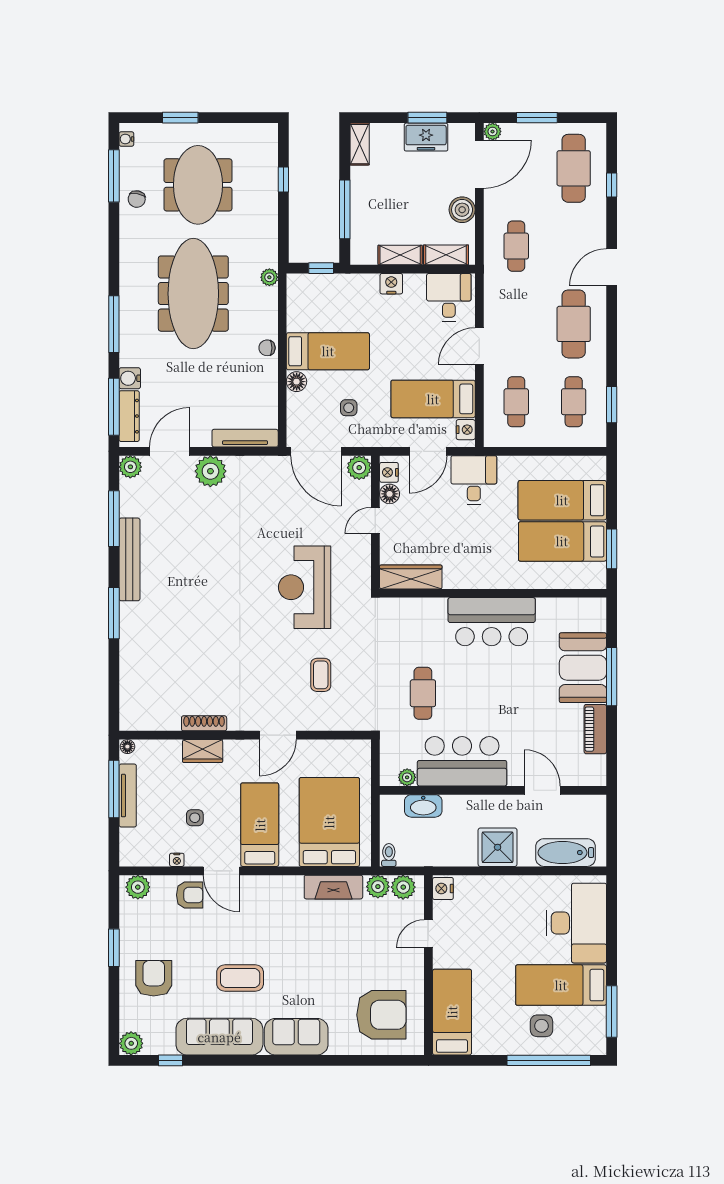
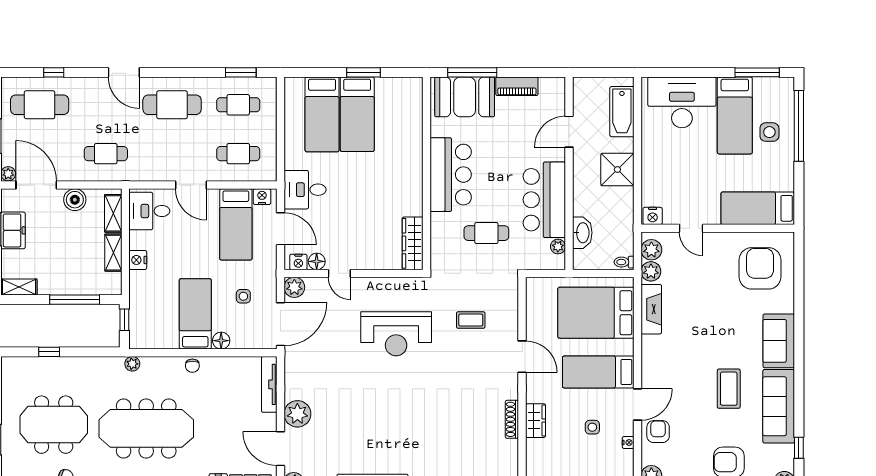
wardrobe: (411, 577) -> (413, 243), moved
wall: (493, 593) -> (426, 173), moved
bar counter: (492, 622) -> (451, 175), moved

